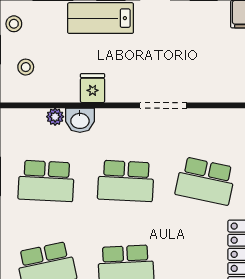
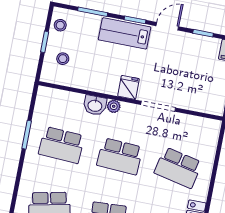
fridge: (93, 88) -> (128, 87), moved
plant: (55, 117) -> (114, 106), moved

